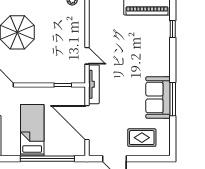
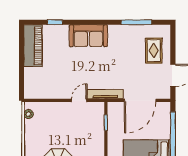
sofa: (158, 98) -> (88, 36), moved
window: (173, 99) -> (136, 22), moved

